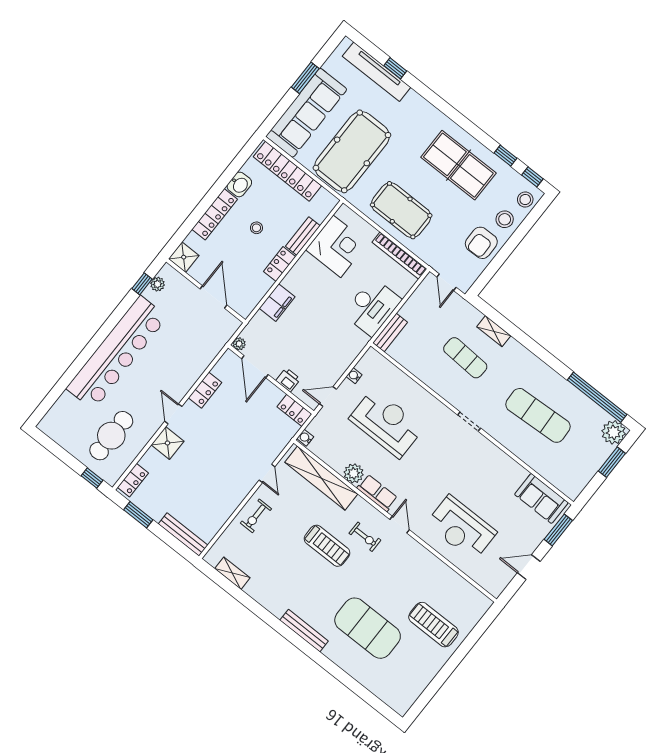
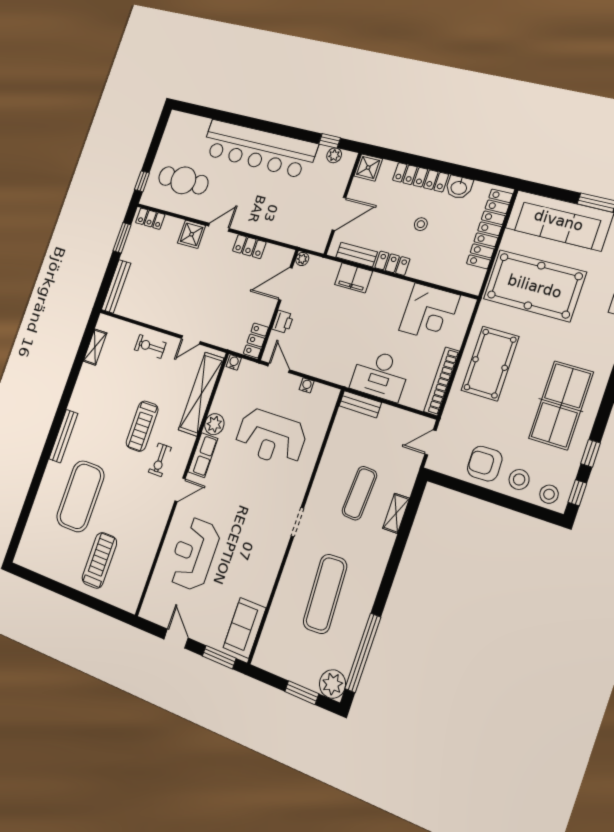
bench: (303, 236) -> (357, 255), moved
reception desk: (386, 423) -> (271, 437), turned 90

